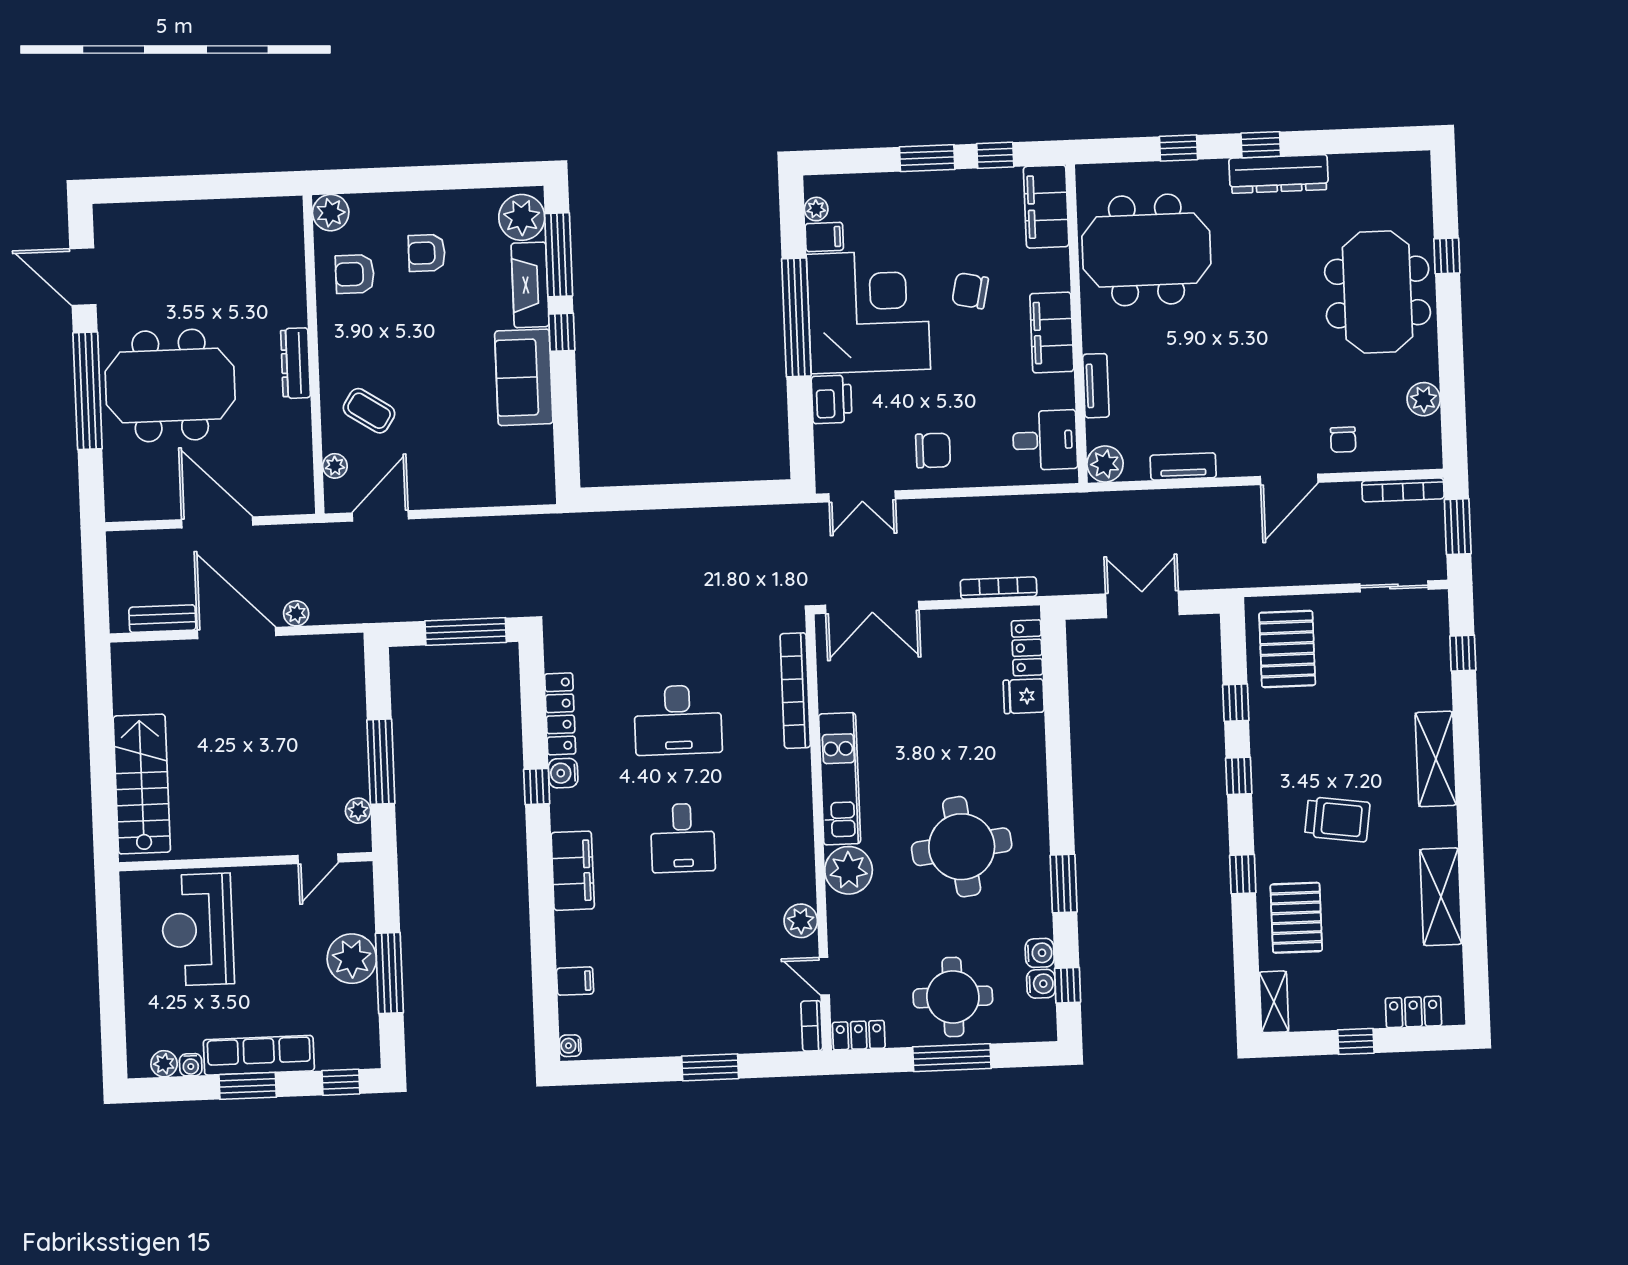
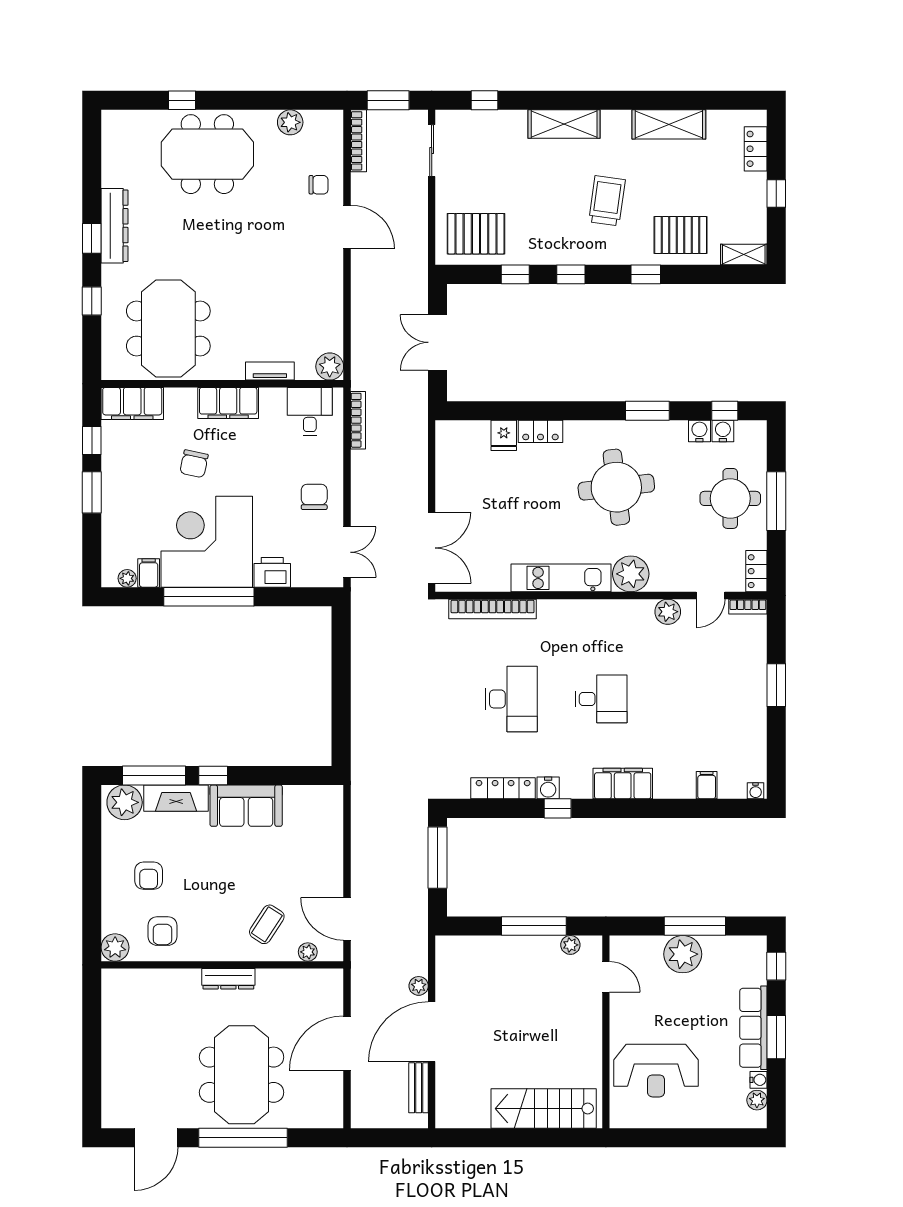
tv unit: (1183, 466) -> (334, 307), removed
bookcase: (999, 588) -> (358, 420), moved, turned 180
locker: (1027, 648) -> (540, 431), moved

